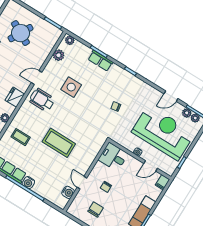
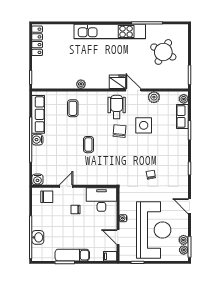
plant: (59, 55) -> (154, 97), moved
row of seats: (100, 61) -> (182, 116), moved
door: (171, 96) -> (190, 206), moved
fridge: (15, 97) -> (117, 82), moved
chair: (64, 110) -> (120, 131), added
coffee table: (59, 143) -> (88, 145), width x0.54, depth x0.58
desk: (113, 157) -> (101, 200), width x1.37
water cooler: (68, 192) -> (37, 179), moved
chair: (96, 209) -> (47, 197), moved

